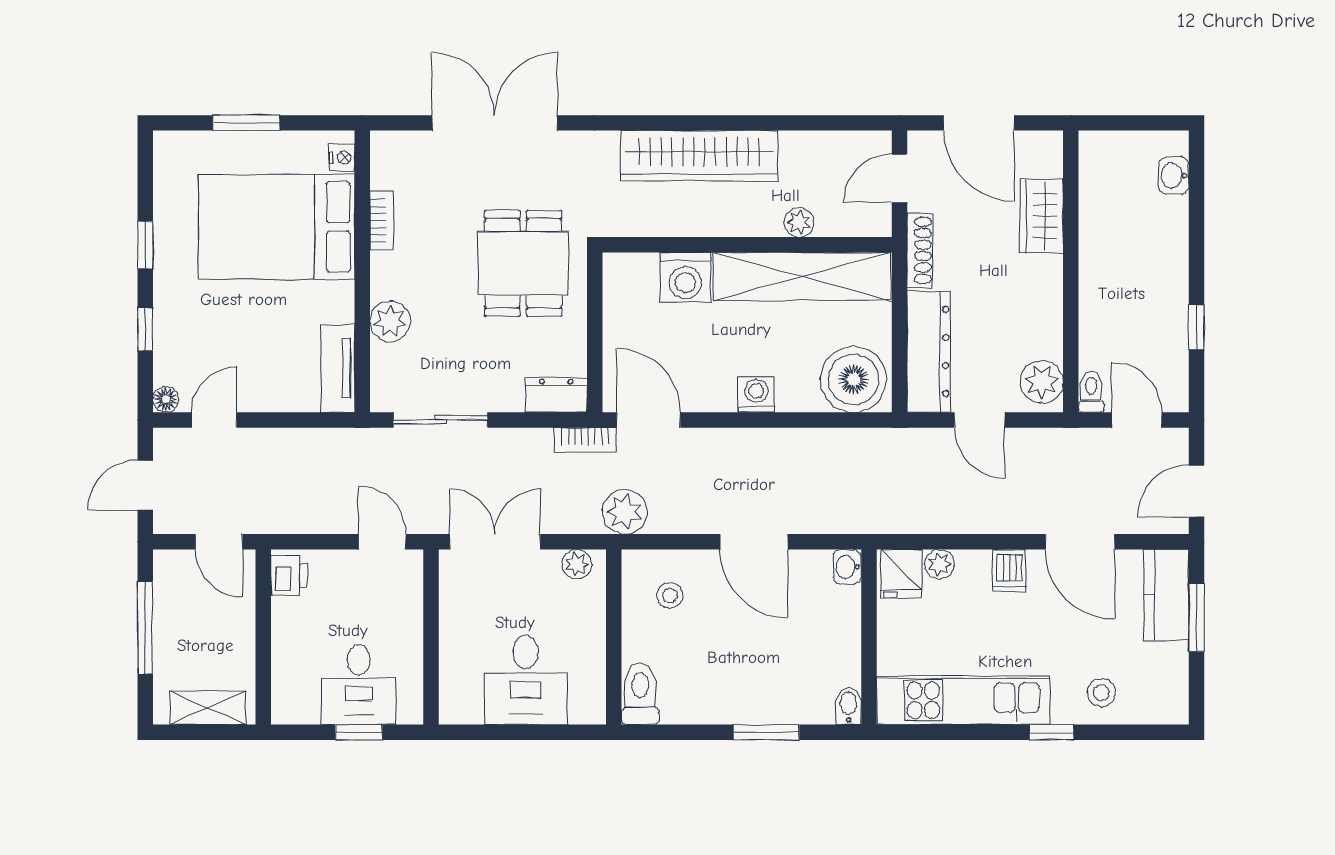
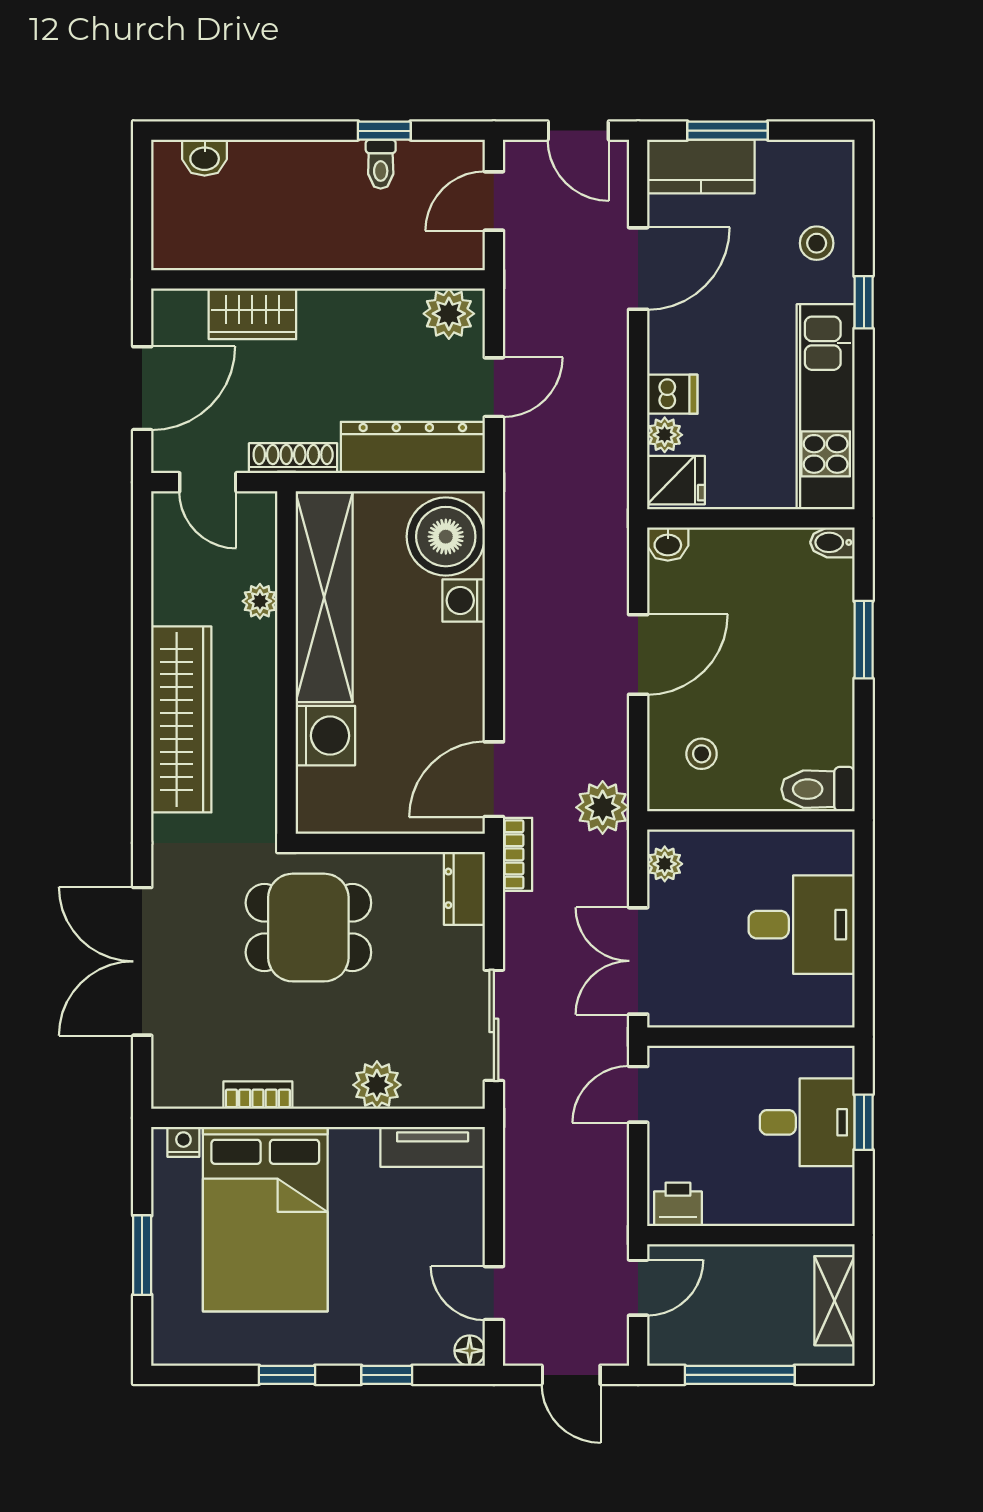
toilet: (1091, 392) -> (381, 164), moved, turned -90
washing machine: (756, 394) -> (464, 600), moved
dishwasher: (1009, 571) -> (672, 394), moved

